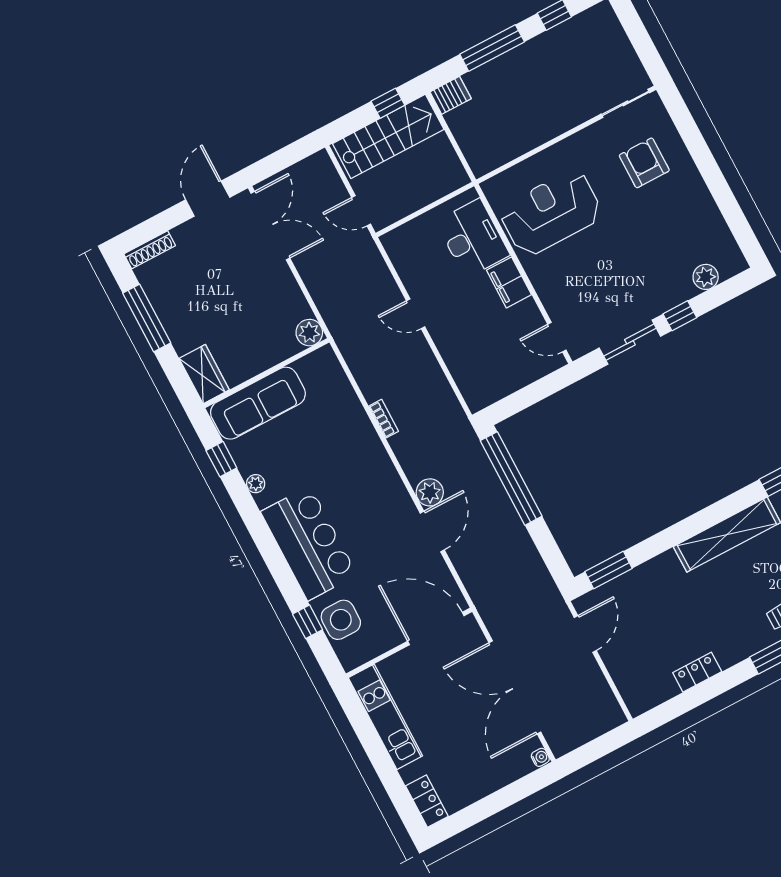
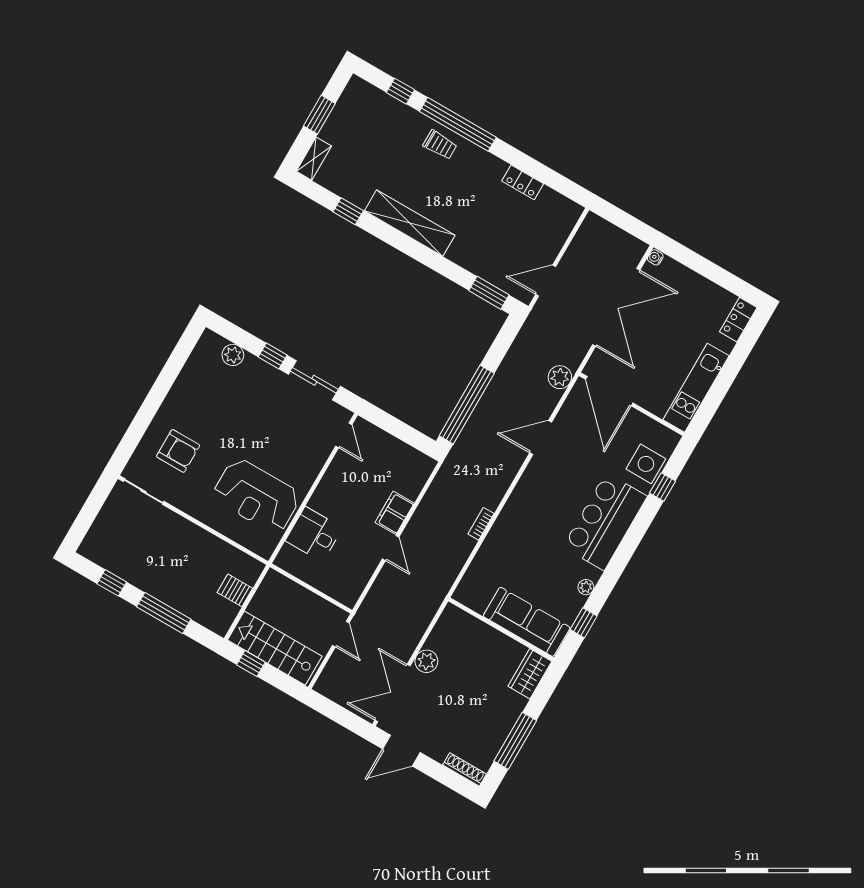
server rack: (451, 95) -> (235, 590), moved
armchair: (644, 163) -> (178, 451), turned -90
desk: (473, 238) -> (314, 534), width x0.73
filing cabinet: (509, 282) -> (395, 513), moved, turned 180
plant: (309, 333) -> (426, 661), moved
plant: (430, 492) -> (560, 377), moved

